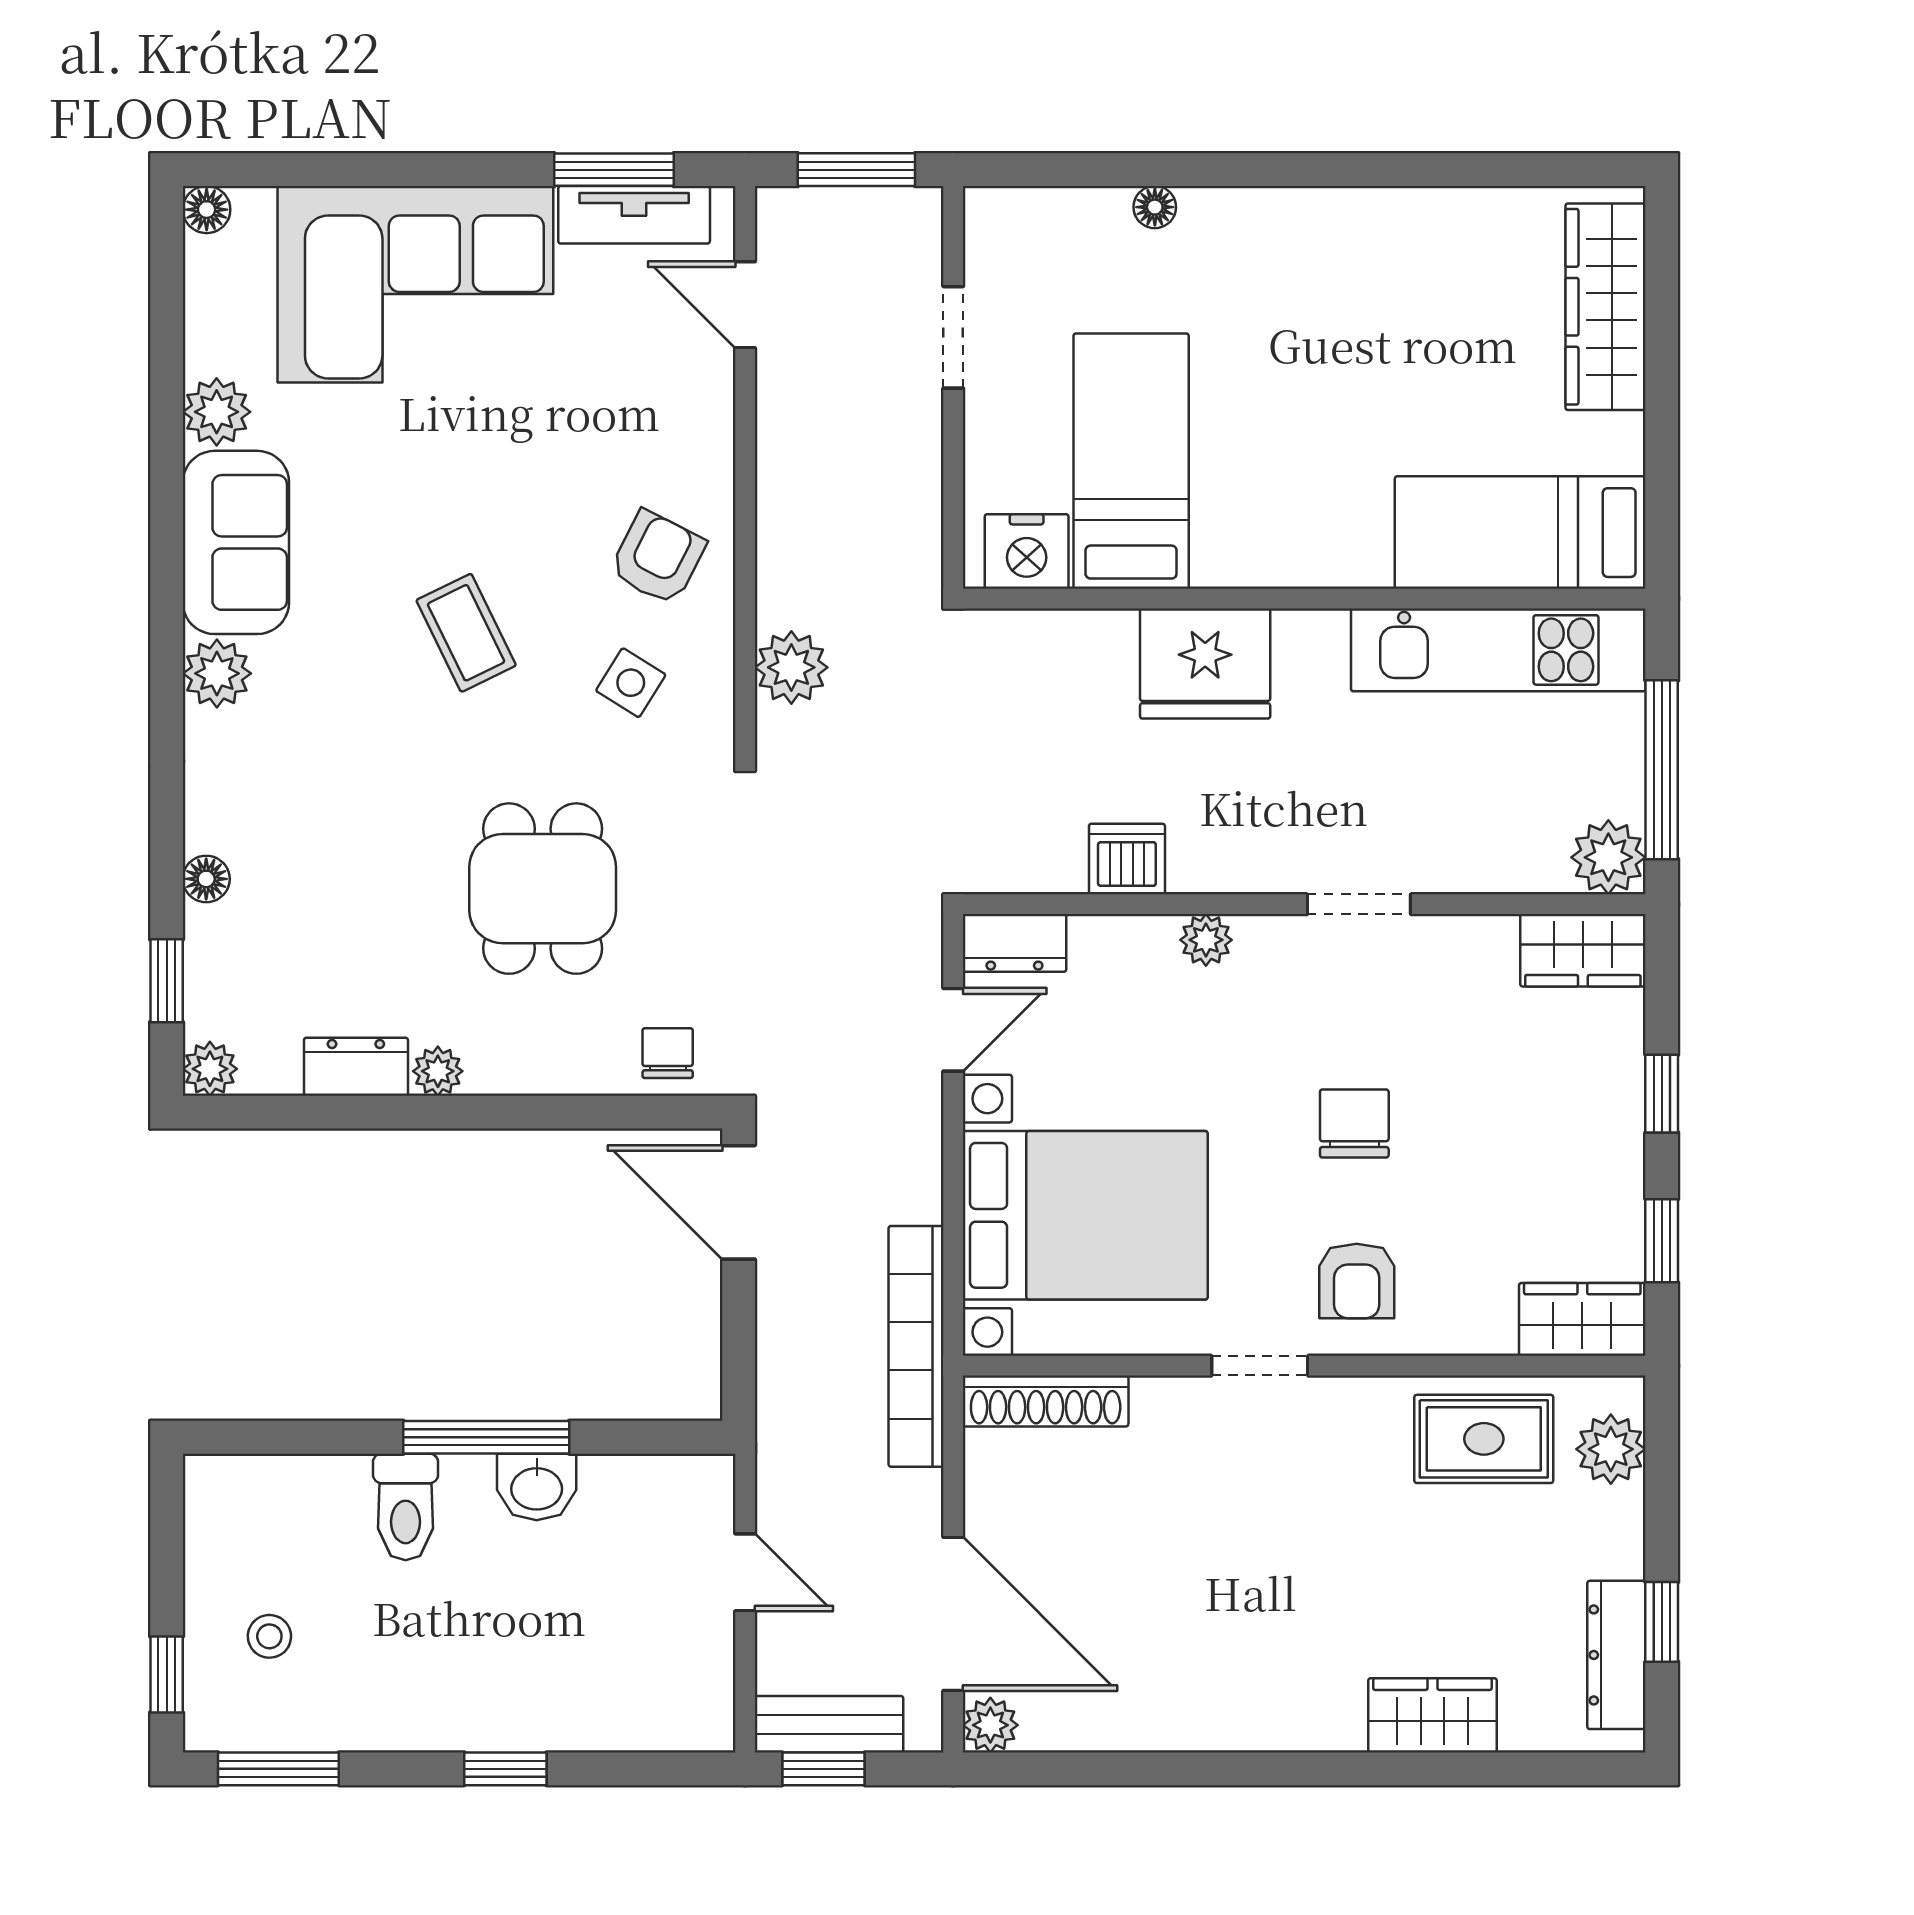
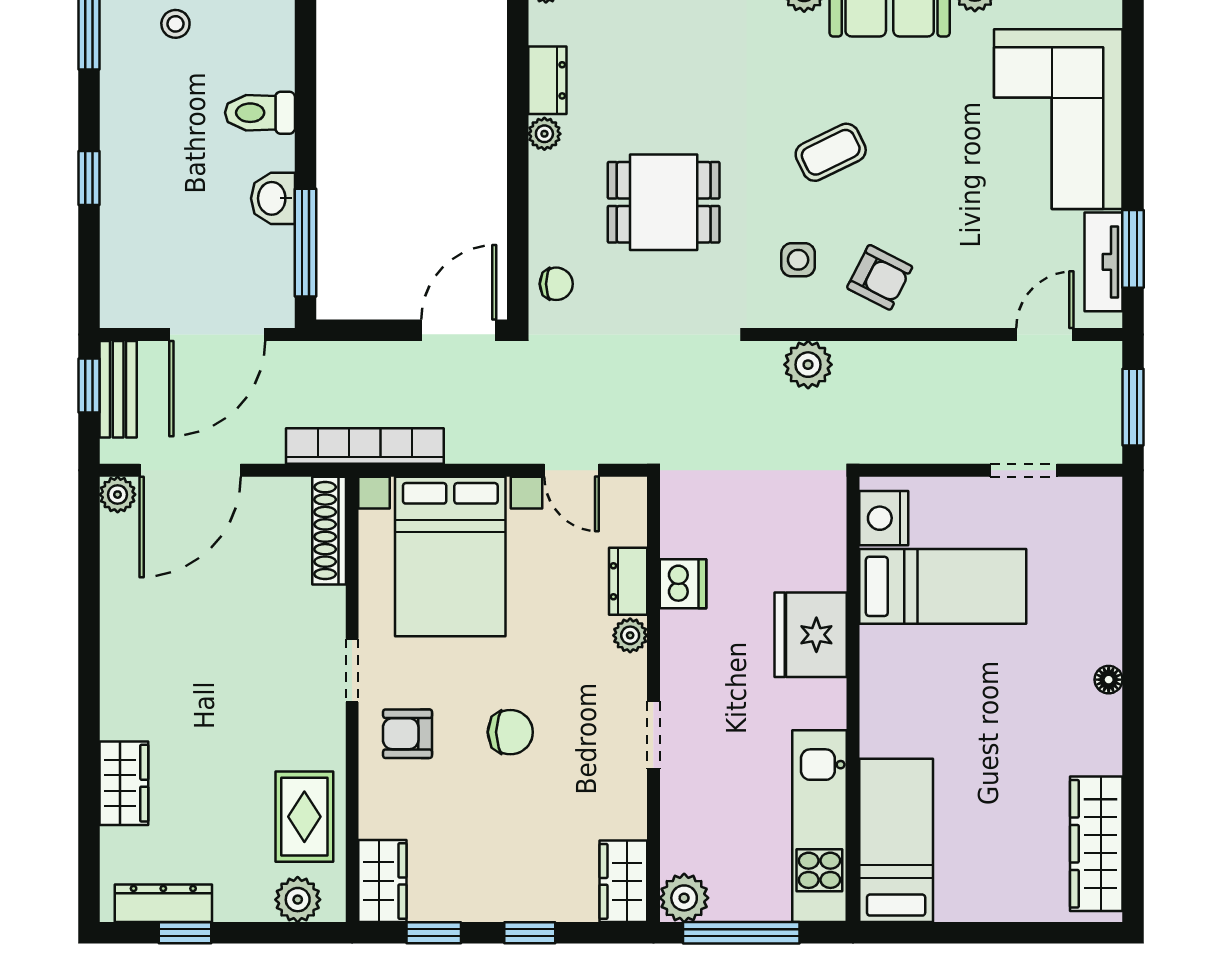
floor lamp: (1155, 207) -> (1109, 680), moved
wardrobe: (1605, 307) -> (1096, 844), moved, turned -90
side table: (631, 683) -> (798, 260), turned -32
dresser: (1014, 943) -> (628, 581), moved
window: (486, 1437) -> (305, 243), moved
door: (745, 1572) -> (217, 334), width x1.88

